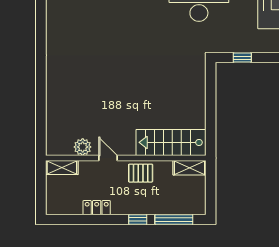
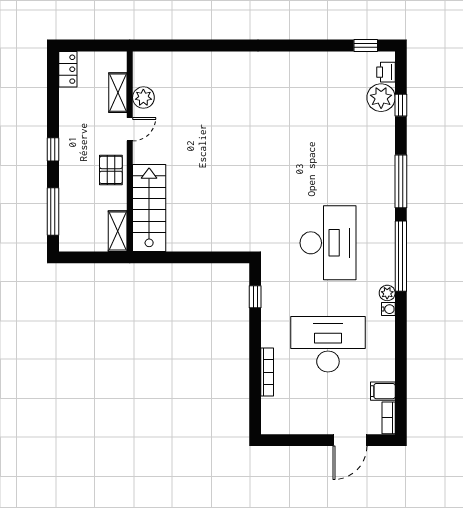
shelving: (62, 168) -> (118, 93), moved
locker: (97, 208) -> (68, 69), moved
window: (138, 219) -> (53, 149), moved

